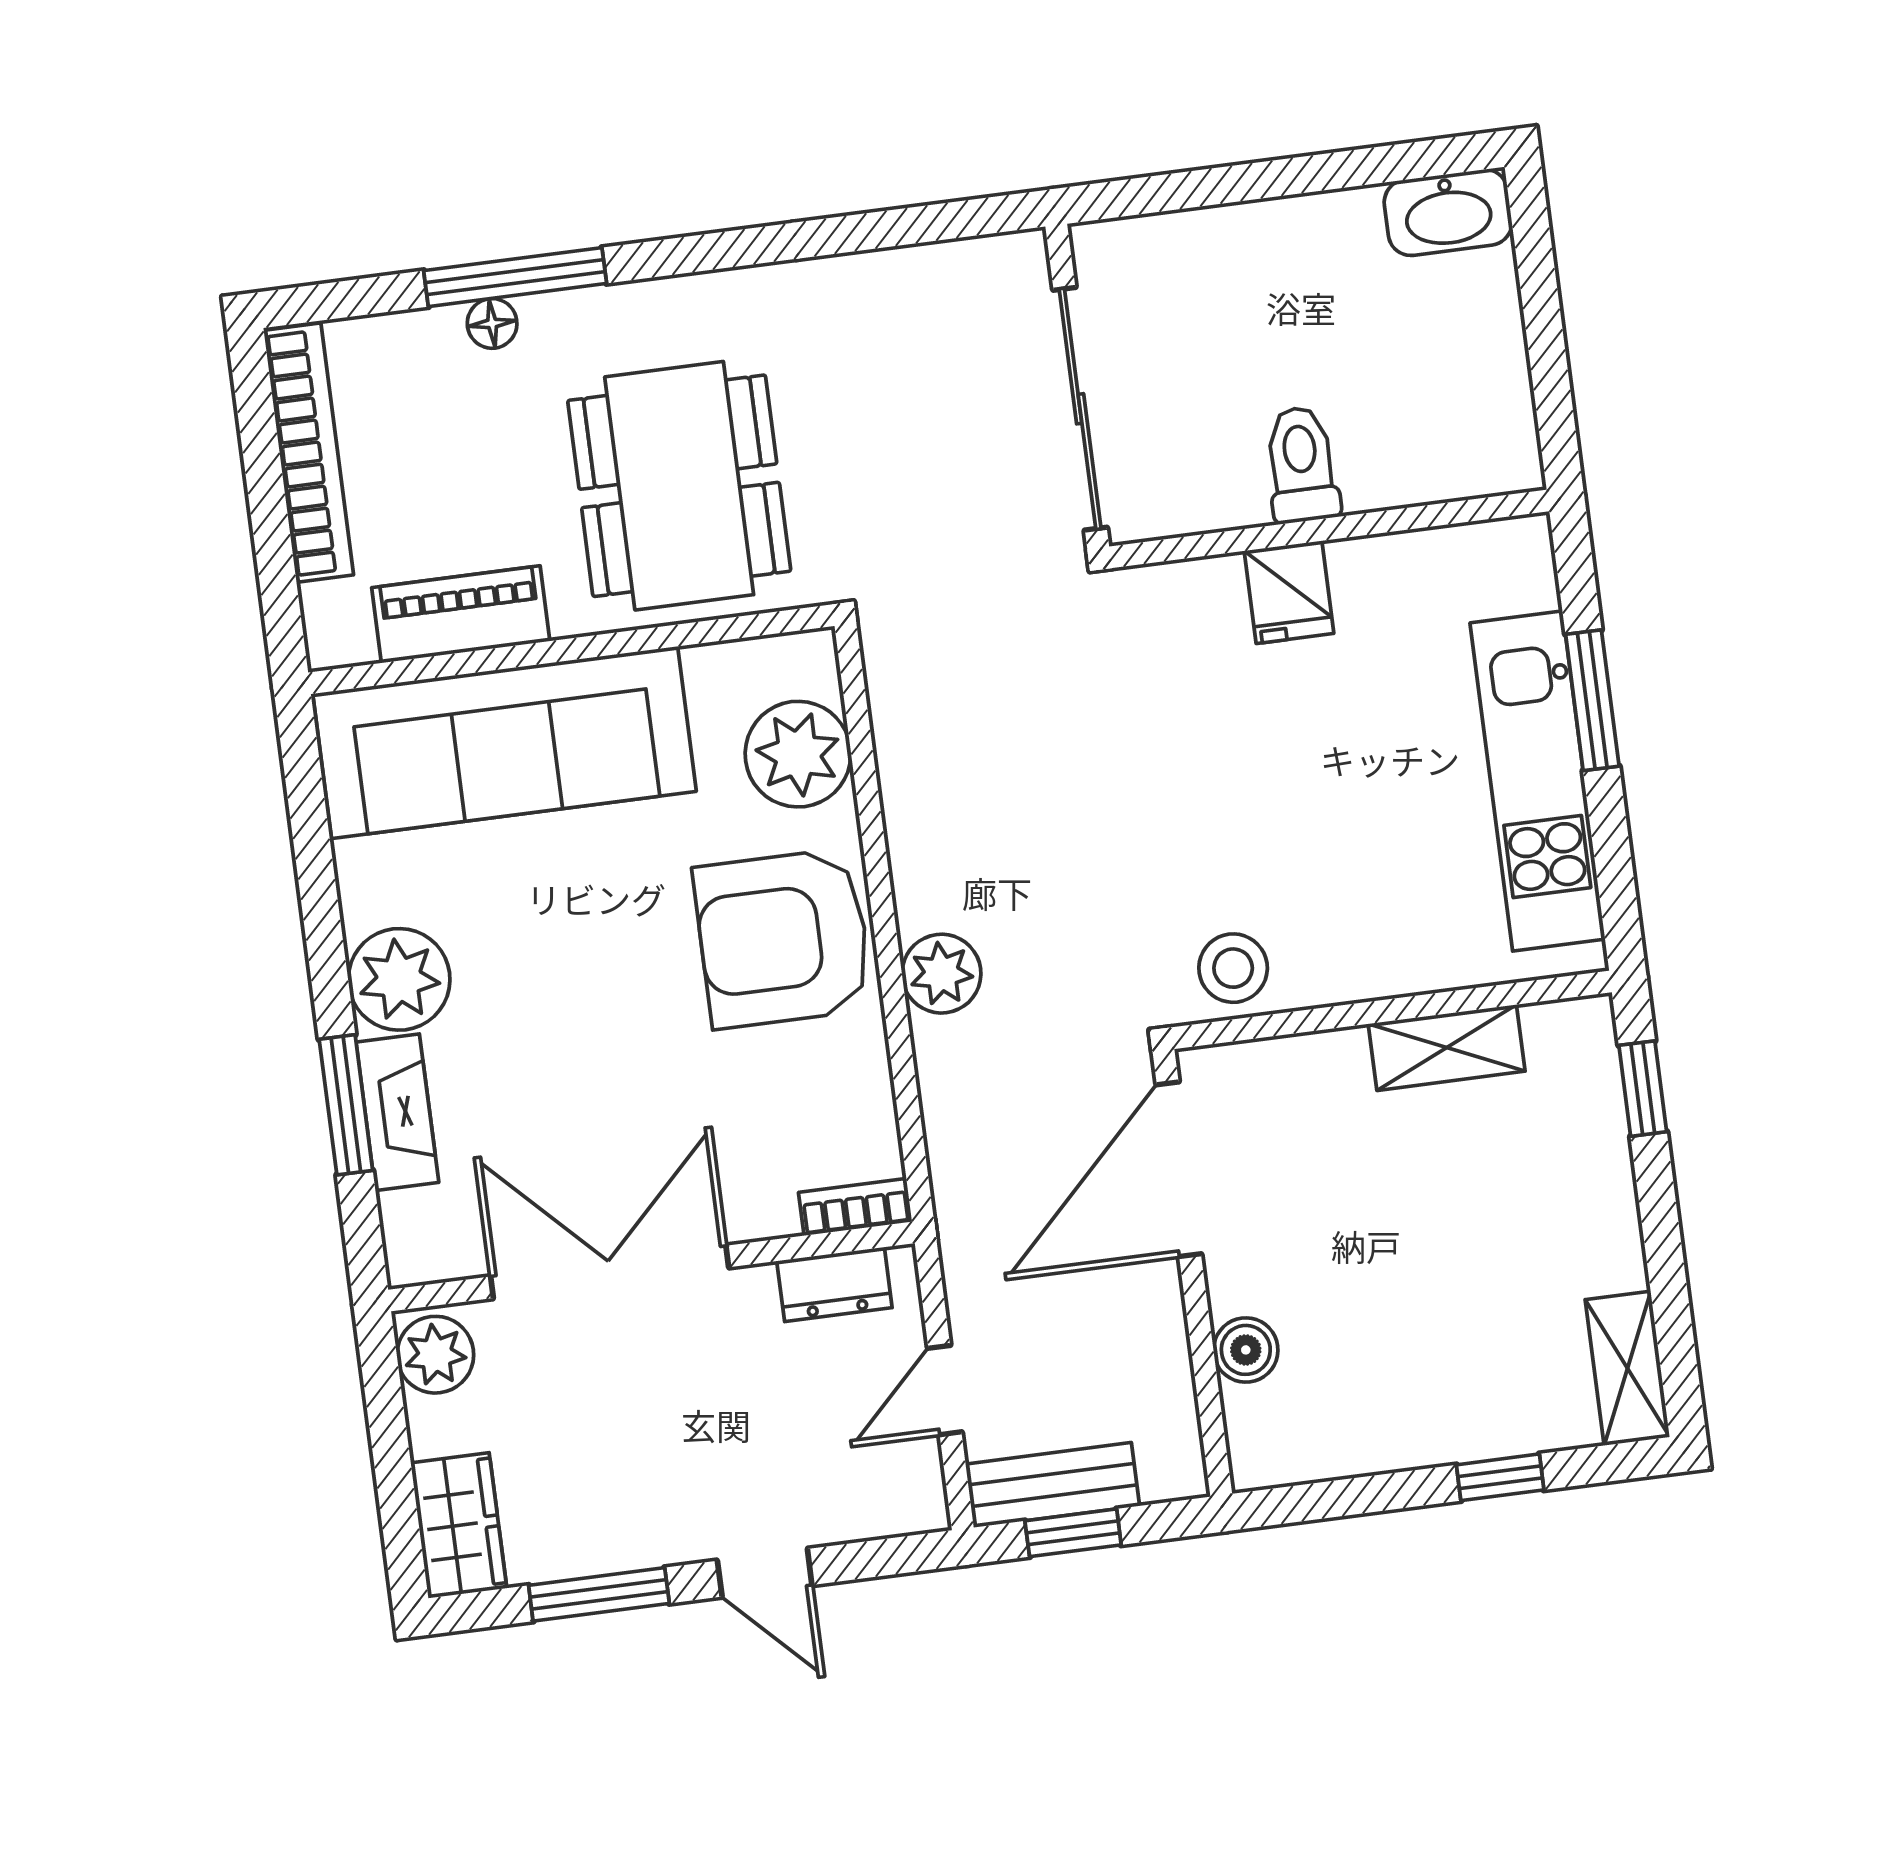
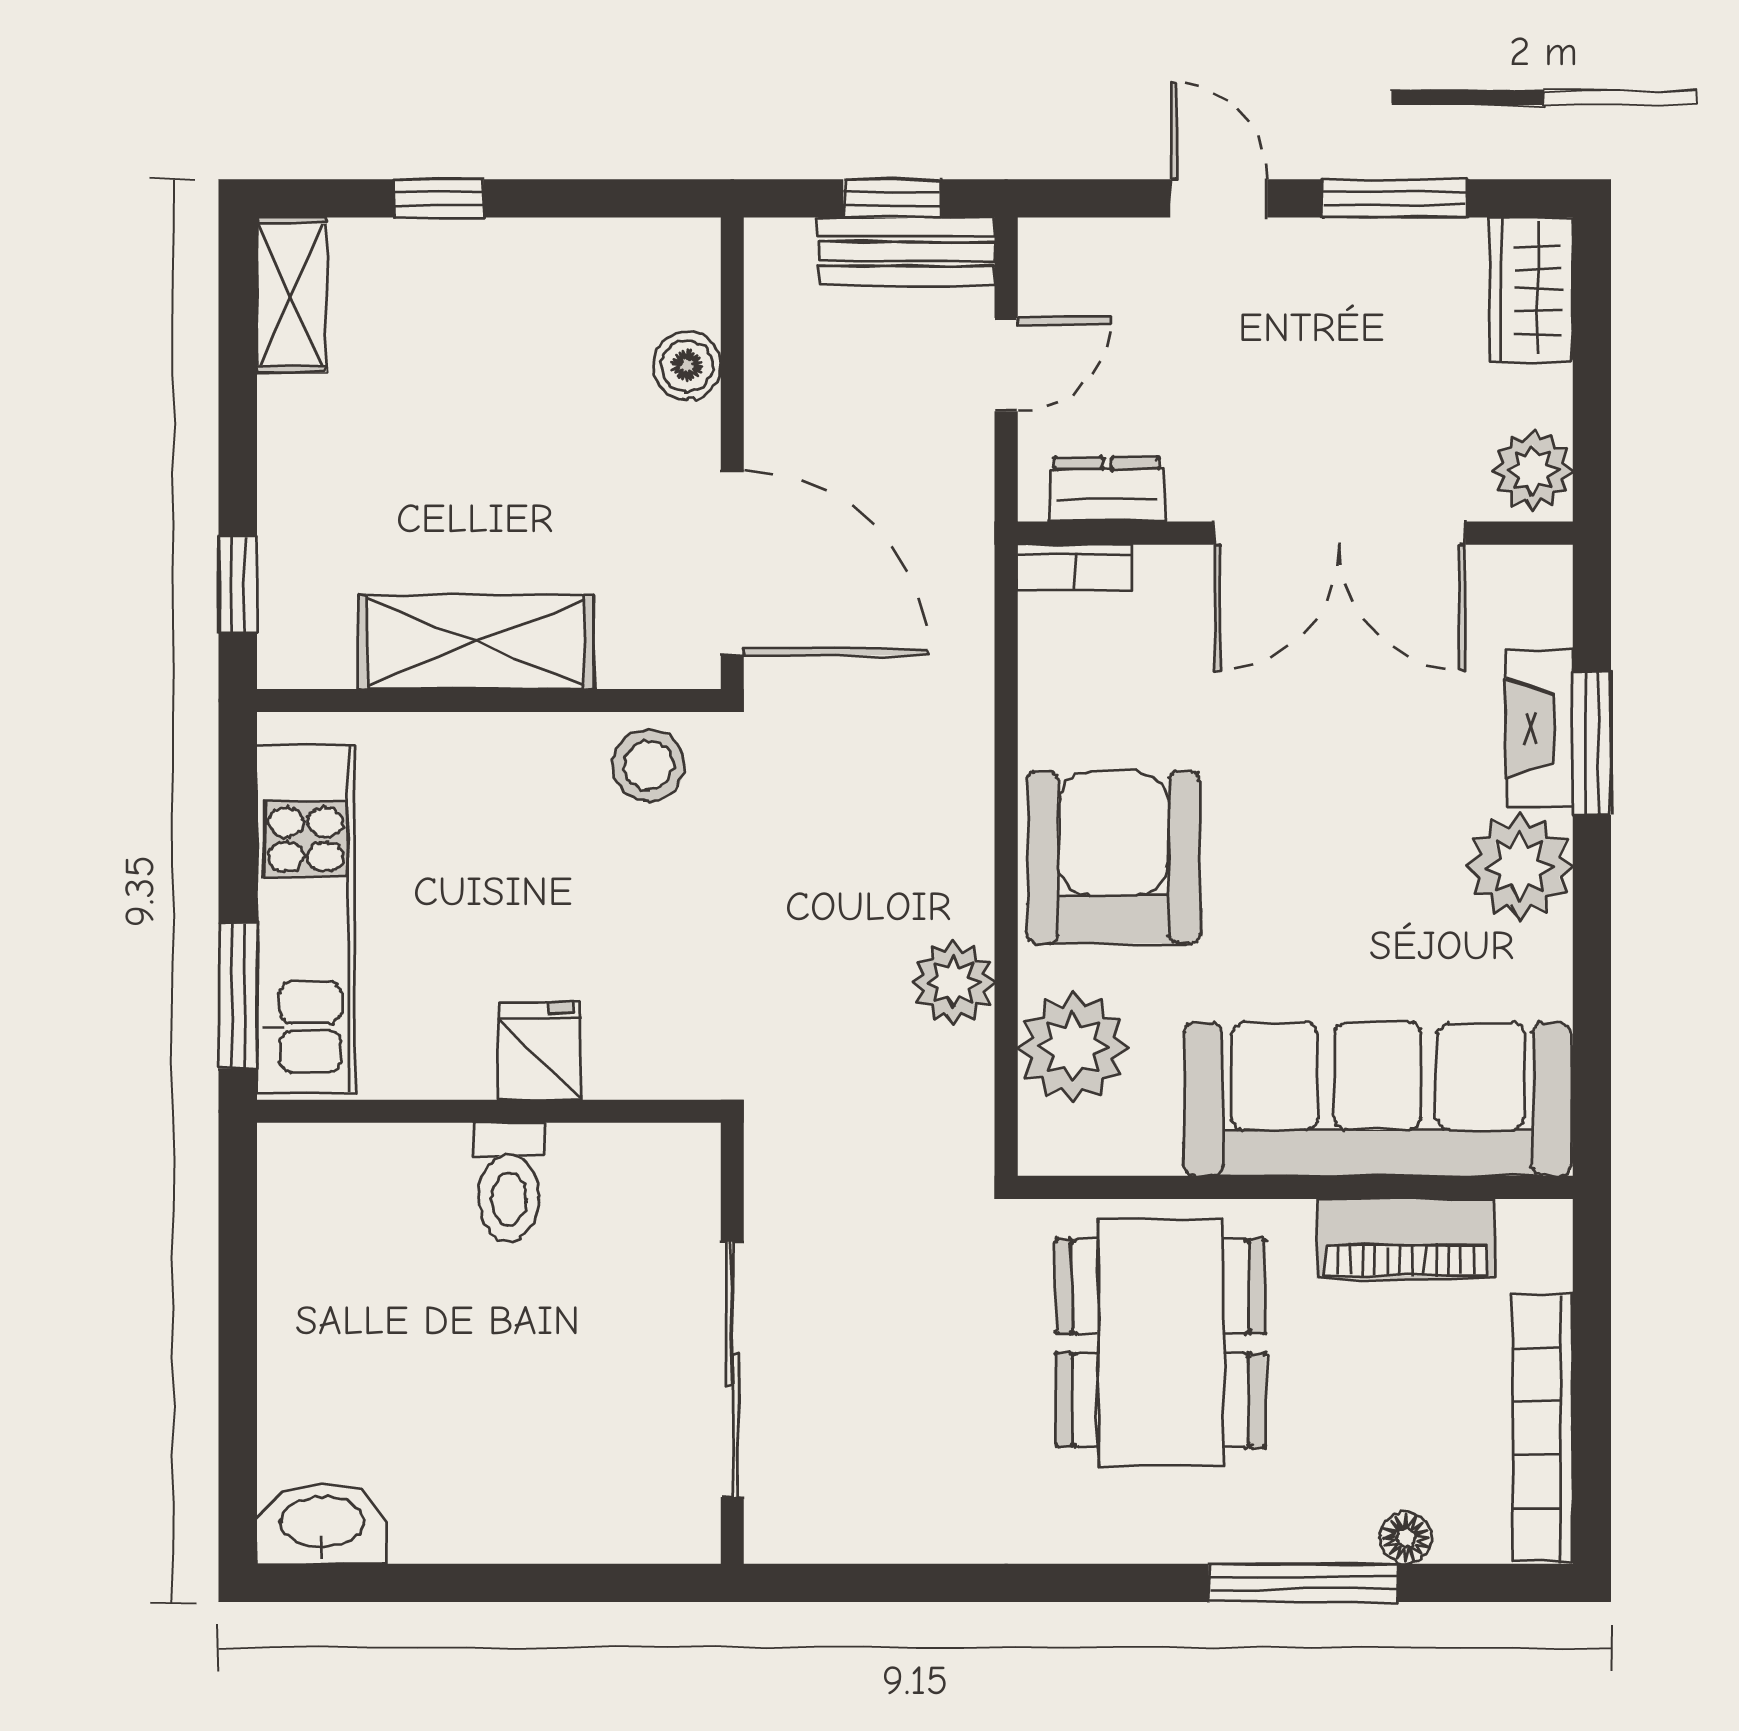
floor lamp: (492, 323) -> (1406, 1538), moved
toilet: (1302, 465) -> (509, 1182), moved
wall: (1329, 529) -> (489, 1111), moved
fridge: (1289, 592) -> (539, 1051), moved
armchair: (783, 938) -> (1113, 857), turned -90
plant: (941, 974) -> (953, 982), moved
shelving: (1447, 1048) -> (476, 642), width x1.50, depth x1.33
door: (1179, 1169) -> (732, 563), hinge flipped

